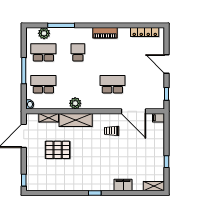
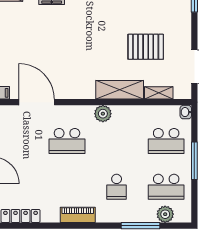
plant: (75, 103) -> (103, 114), moved
trolley: (112, 131) -> (68, 74), removed

